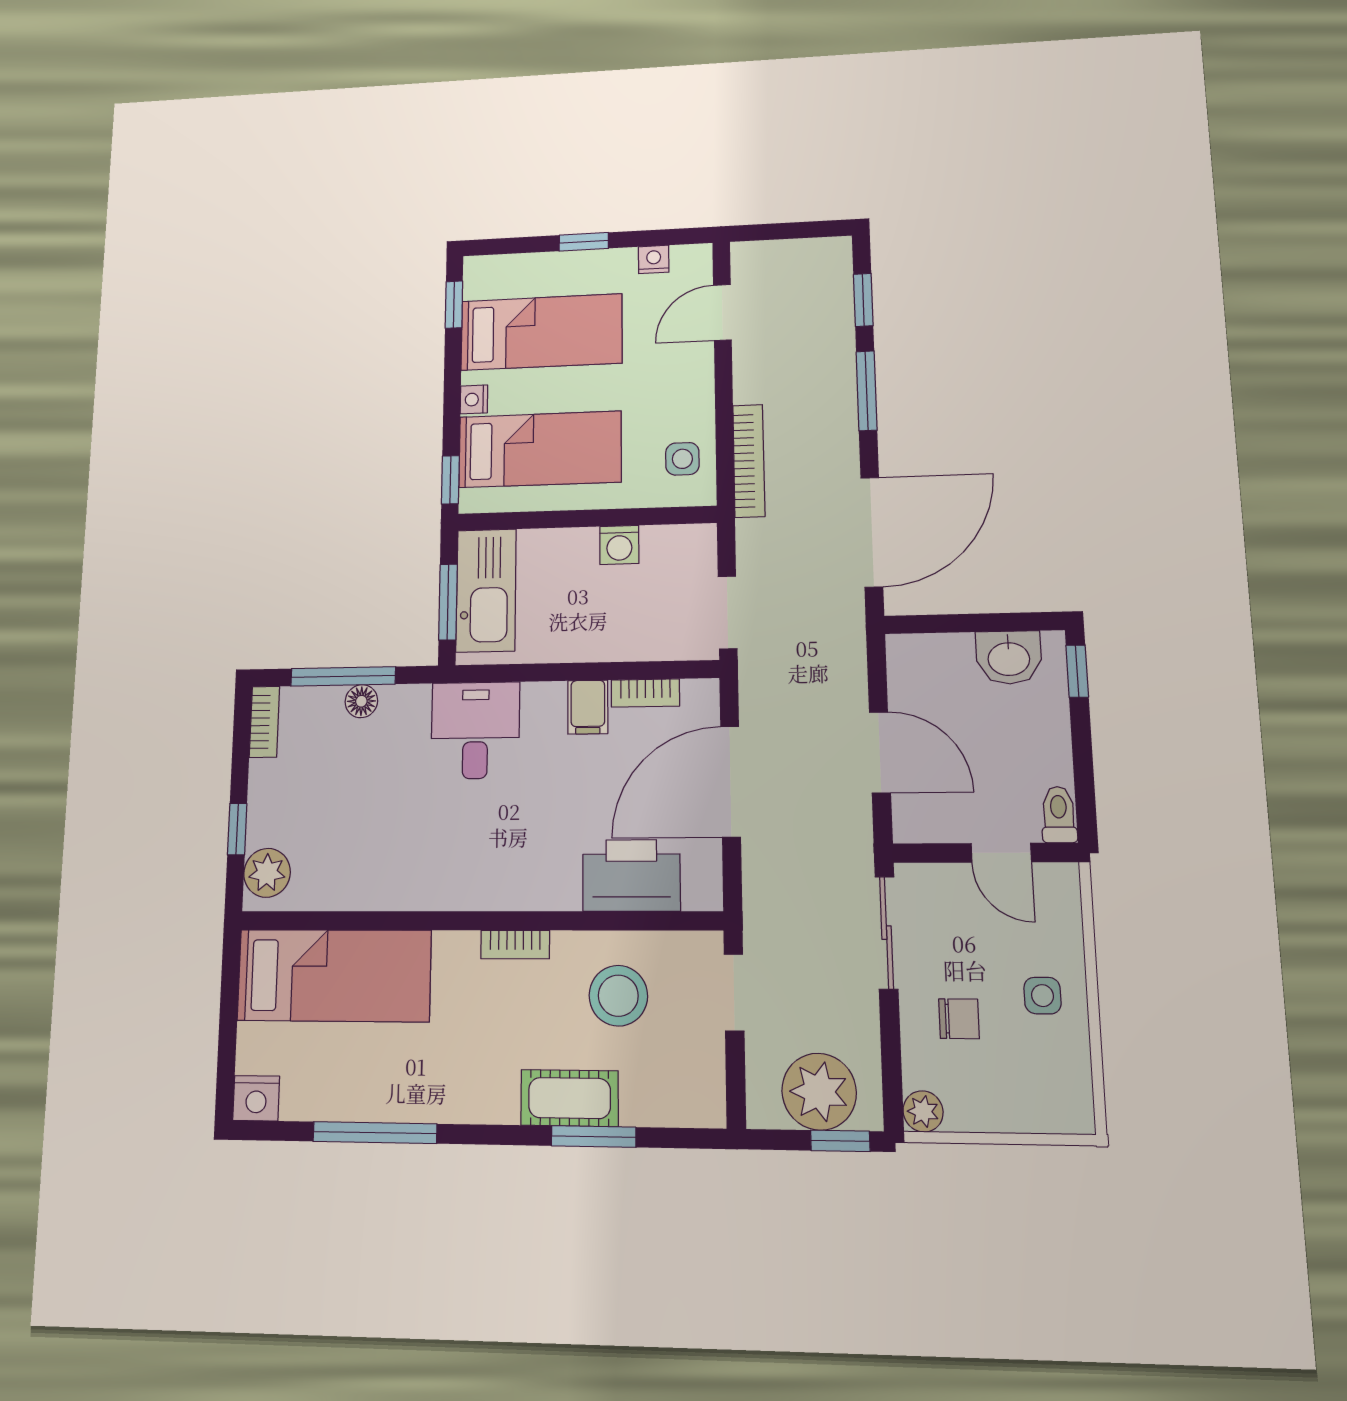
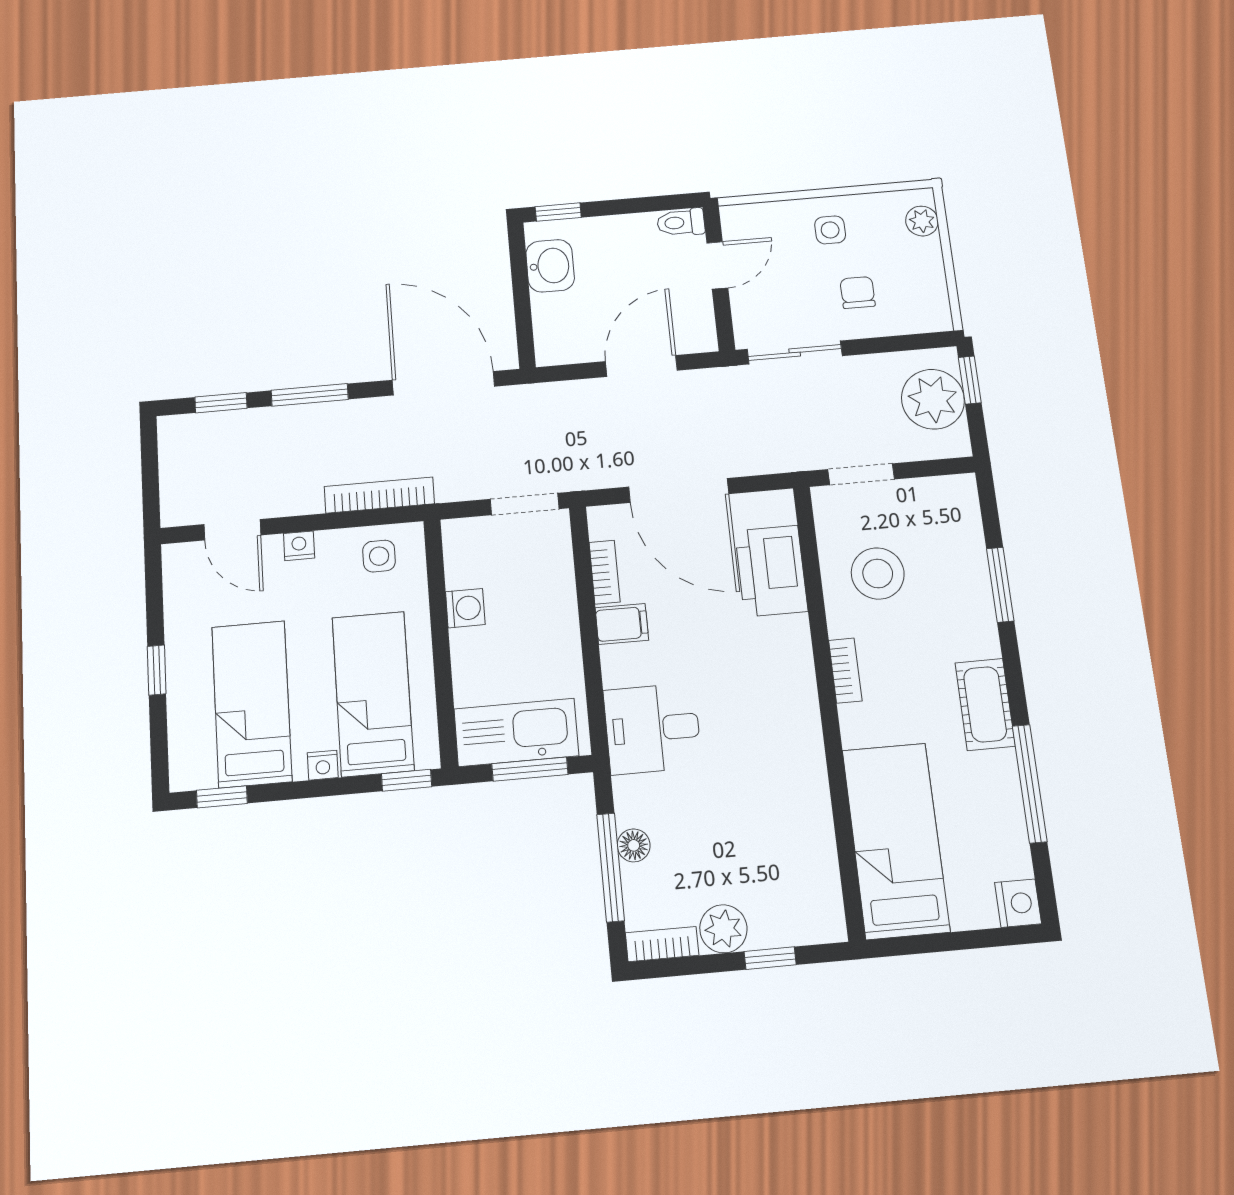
nightstand: (654, 259) -> (299, 546), moved, turned 90
plant: (267, 873) -> (723, 929), moved
cot: (569, 1098) -> (985, 704), moved
plant: (923, 1111) -> (922, 221), moved

